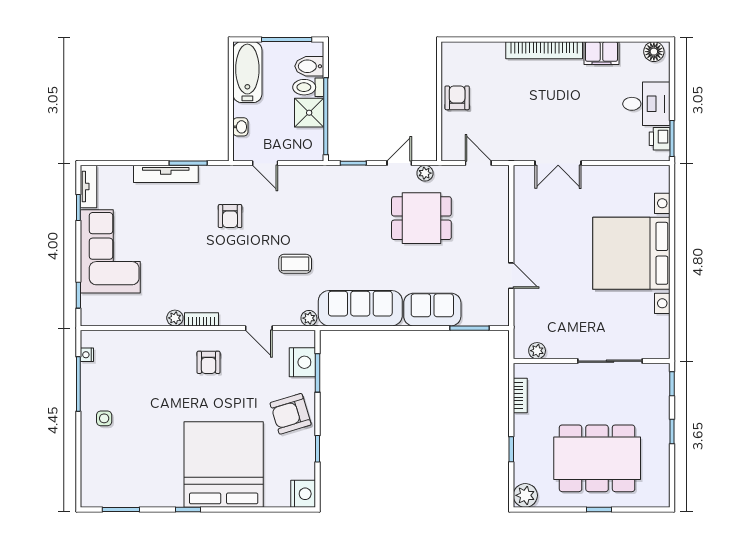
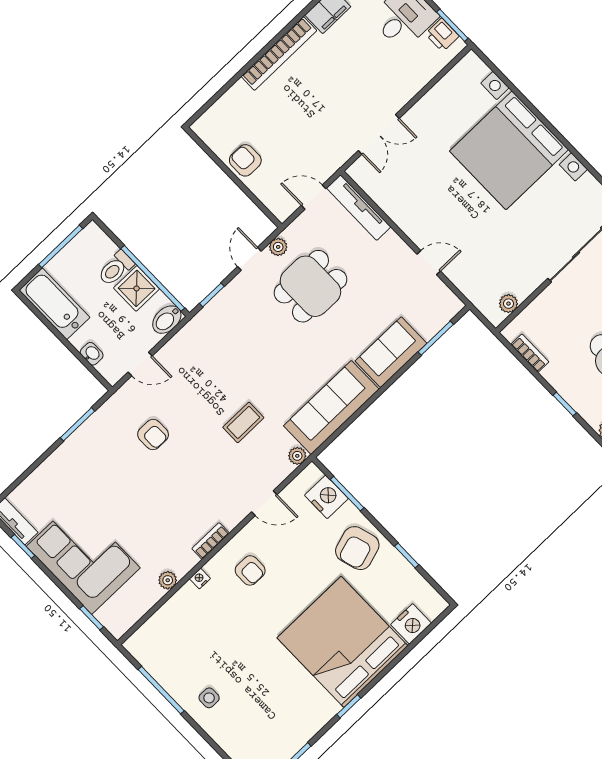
bidet: (309, 66) -> (167, 320), moved
tv unit: (166, 174) -> (359, 208), moved, turned 90
plant: (175, 318) -> (168, 580), moved
nightstand: (87, 355) -> (200, 579), moved, turned 90
nightstand: (303, 494) -> (411, 624), moved, turned 90

